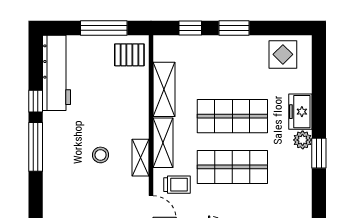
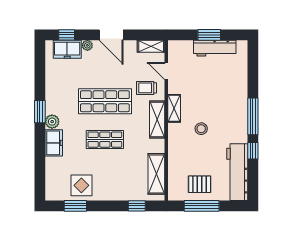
window: (234, 28) -> (75, 206), moved
display table: (283, 54) -> (81, 185), moved
pallet: (129, 55) -> (200, 184), moved
shelving: (164, 89) -> (156, 174), moved
shop shelf: (232, 116) -> (105, 140), width x0.70, depth x0.74
stool: (101, 155) -> (201, 129), moved

